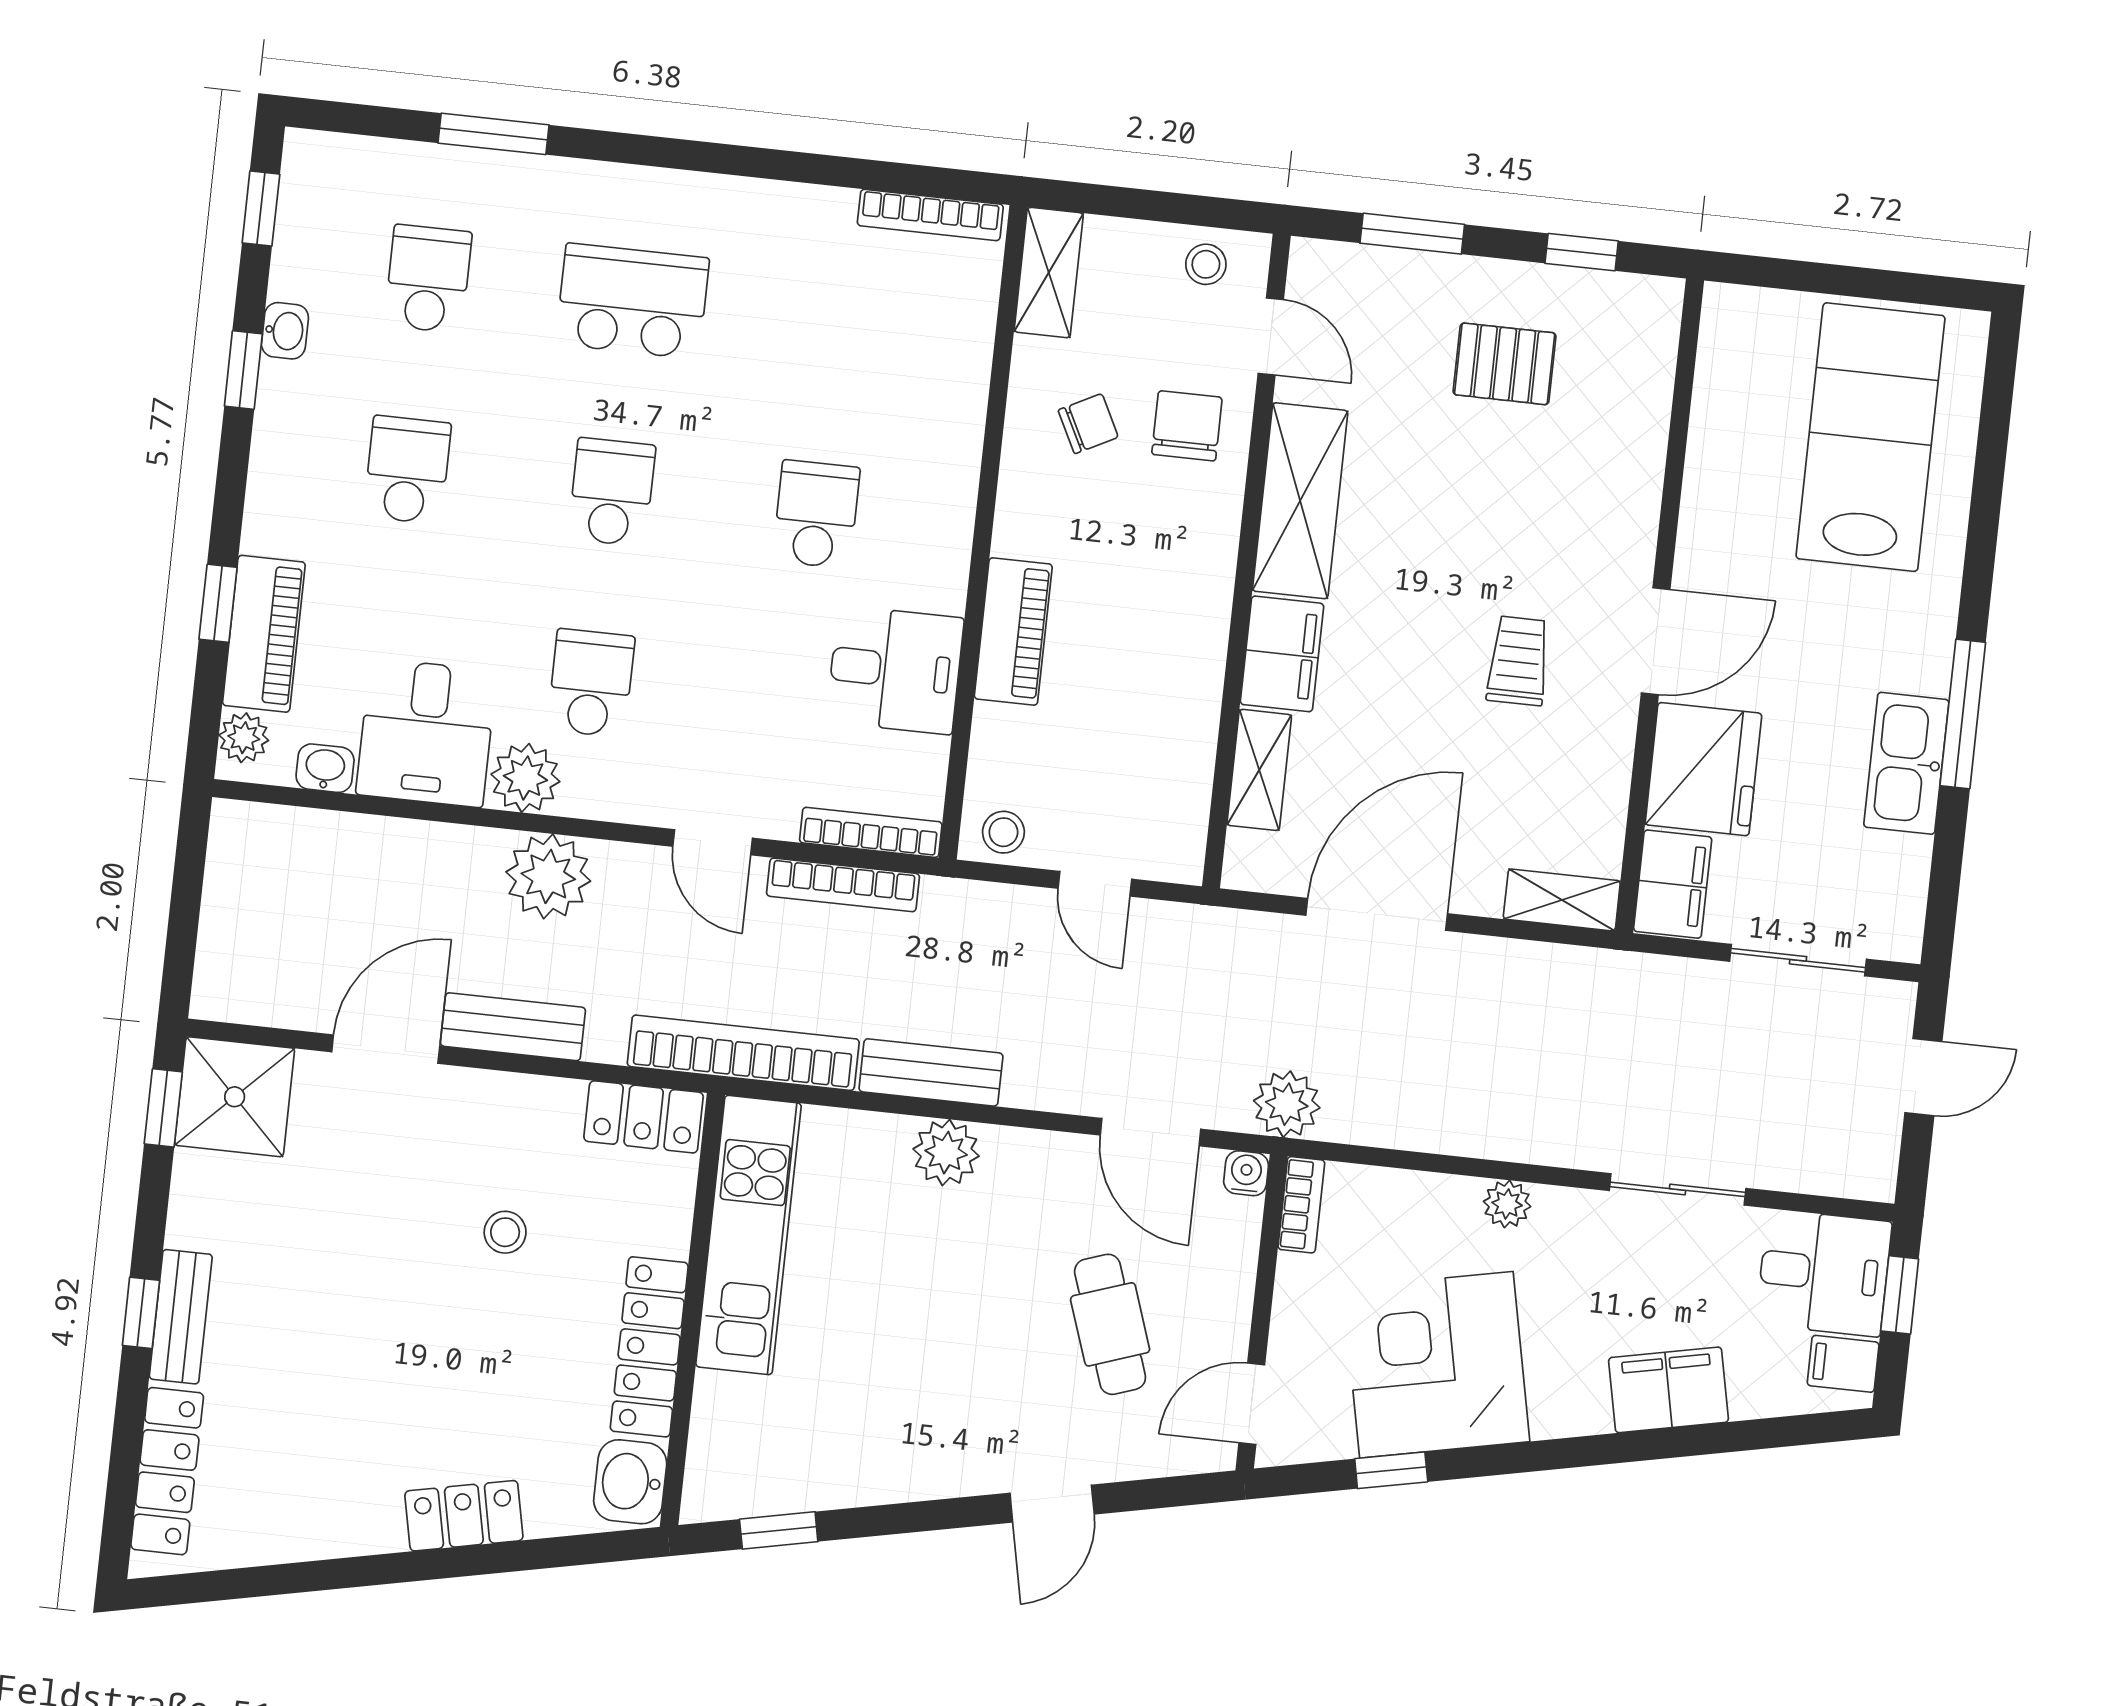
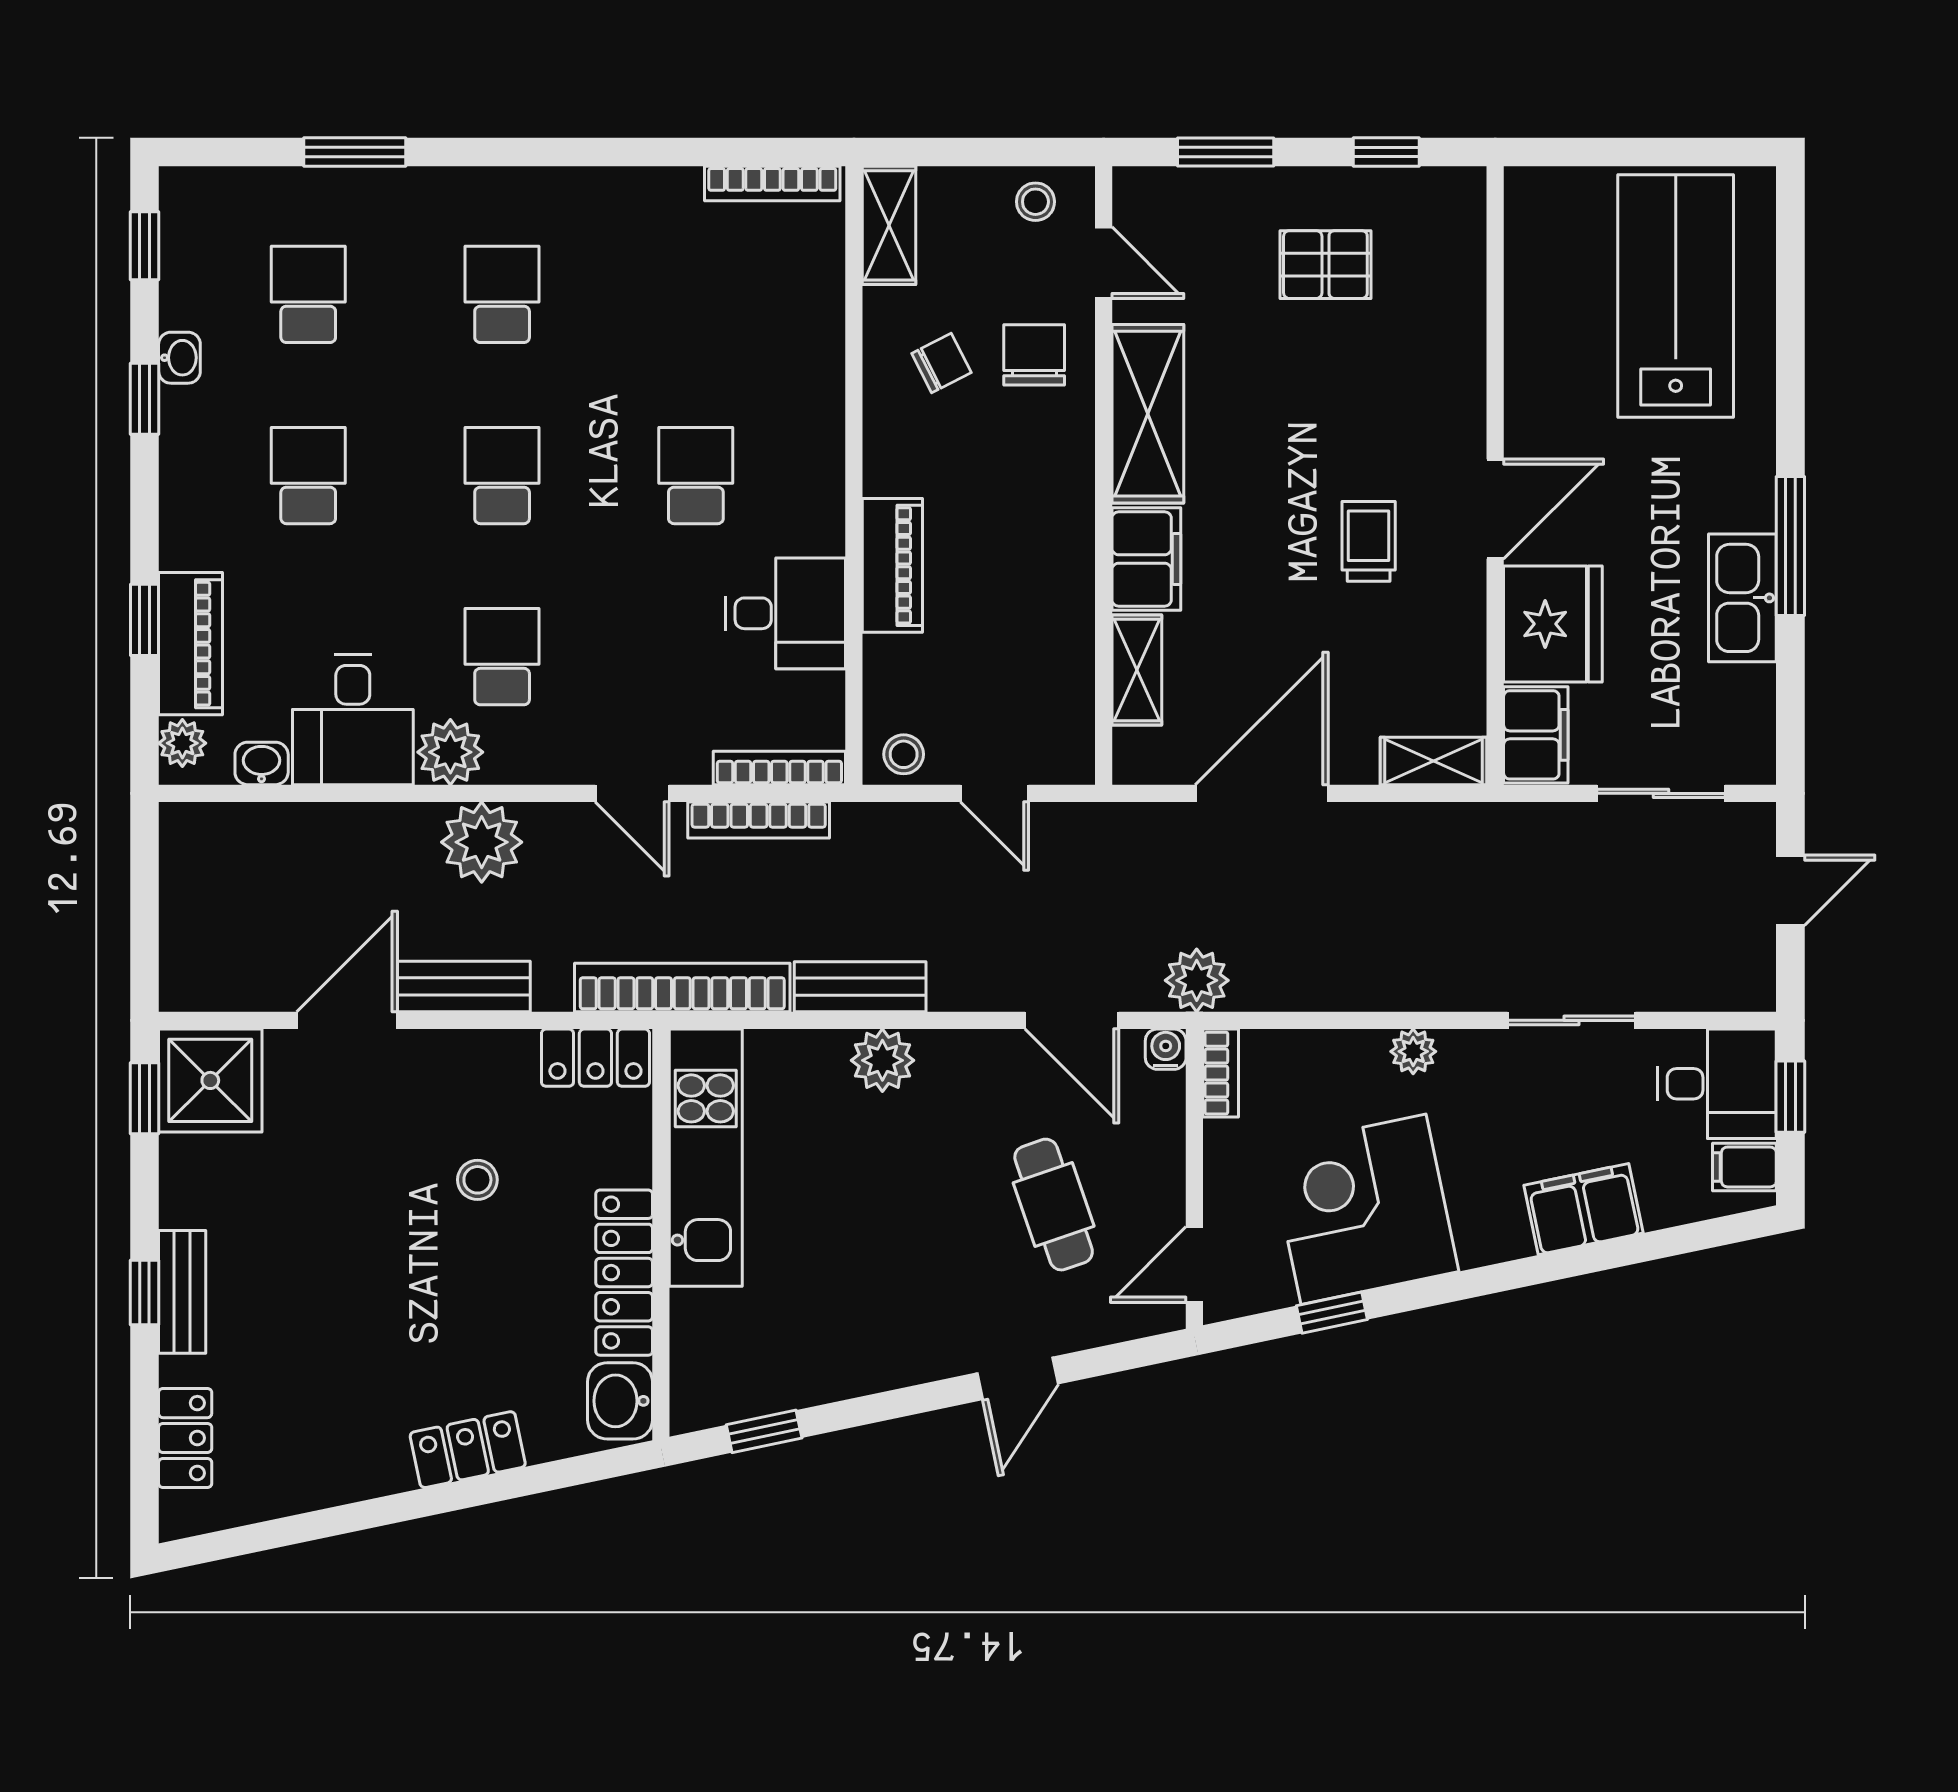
school desk: (633, 301) -> (502, 294), width x0.54
locker: (167, 1471) -> (185, 1438), width x0.66

